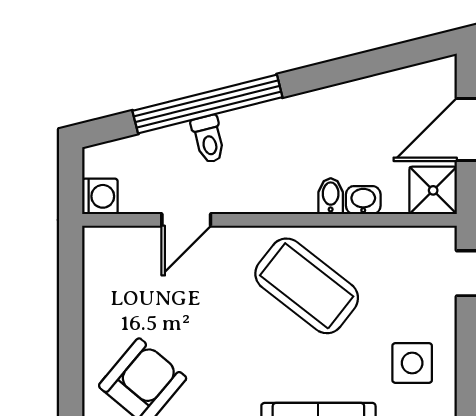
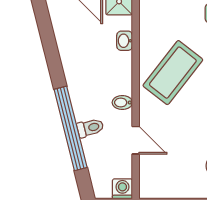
bidet: (331, 196) -> (122, 102), moved

